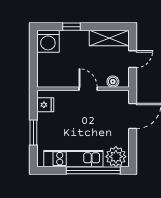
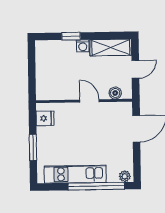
washing machine: (48, 41) -> (83, 46), moved, width x0.53, depth x0.53
plant: (116, 157) -> (125, 176), width x0.53, depth x0.53

